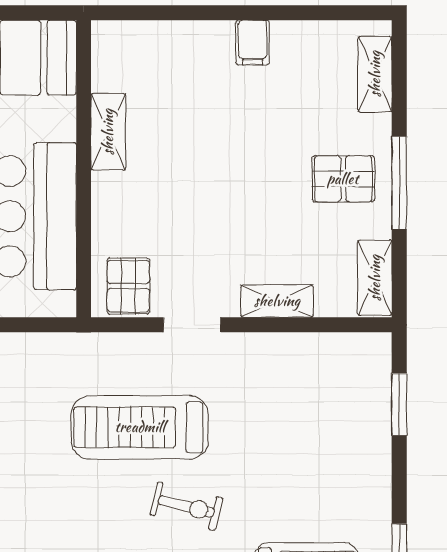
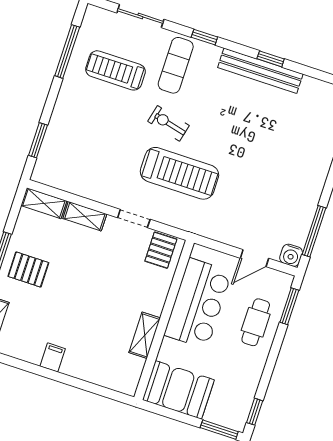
shelving: (375, 278) -> (44, 203), moved, turned 90

